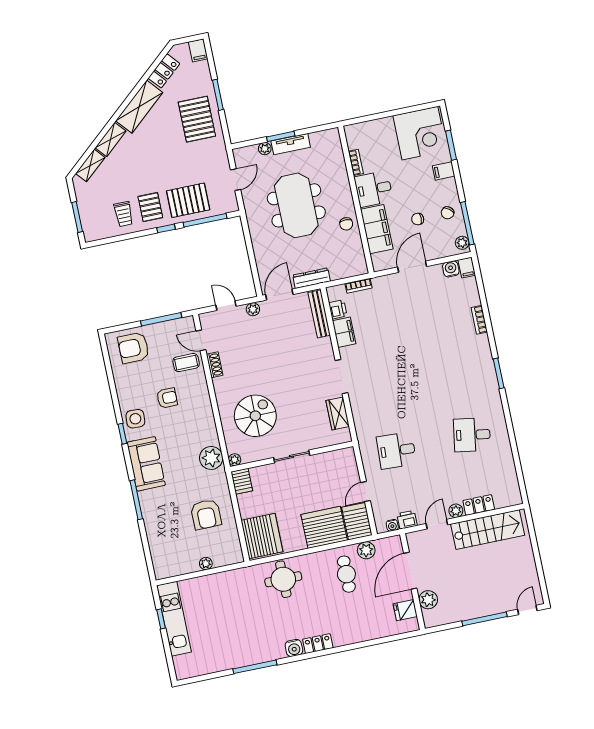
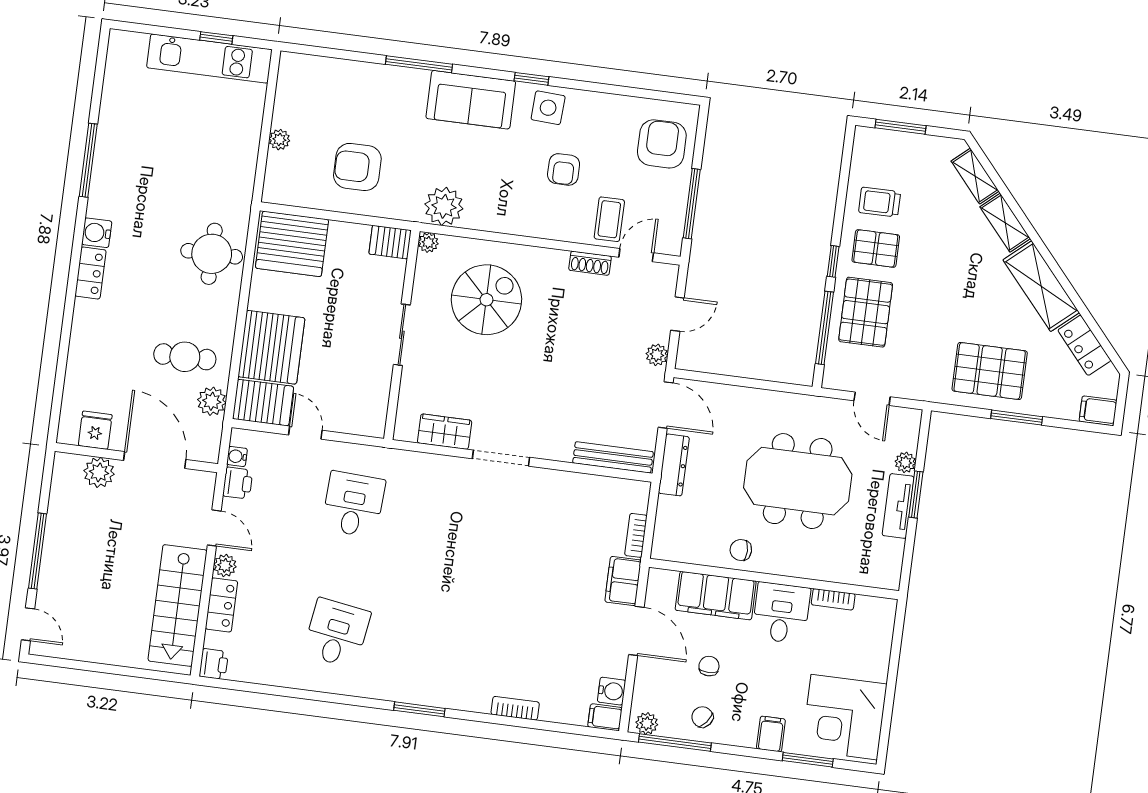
printer: (338, 309) -> (214, 664), moved, turned -90
filing cabinet: (344, 332) -> (623, 581), moved, turned 90
spiral stairs: (255, 416) -> (486, 300), turned -90

